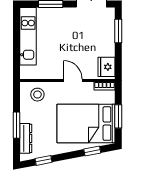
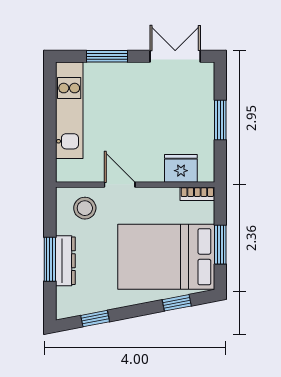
window: (118, 31) -> (220, 120), moved
fridge: (106, 67) -> (181, 168), moved, turned 90
door: (73, 81) -> (120, 185), moved
dresser: (26, 138) -> (65, 261), moved

